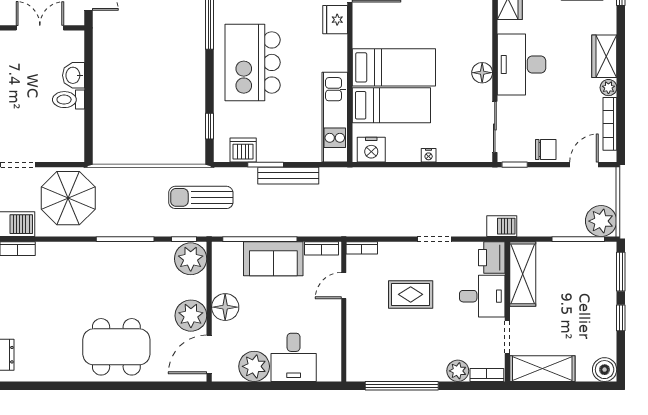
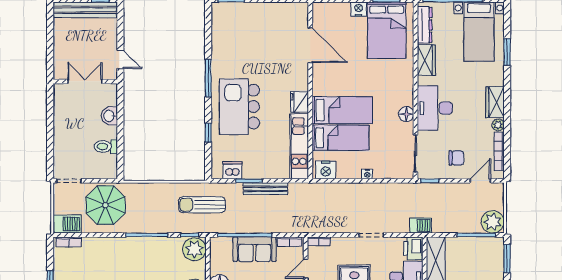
fridge: (335, 20) -> (300, 102), moved
toilet: (69, 100) -> (106, 146), moved
window: (210, 126) -> (208, 133), moved
chair: (546, 150) -> (456, 158), moved

